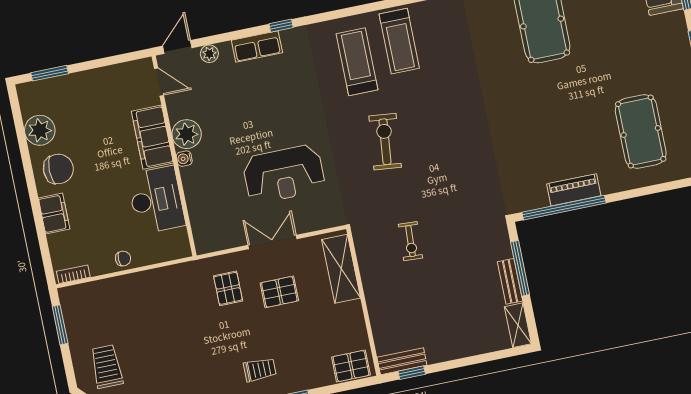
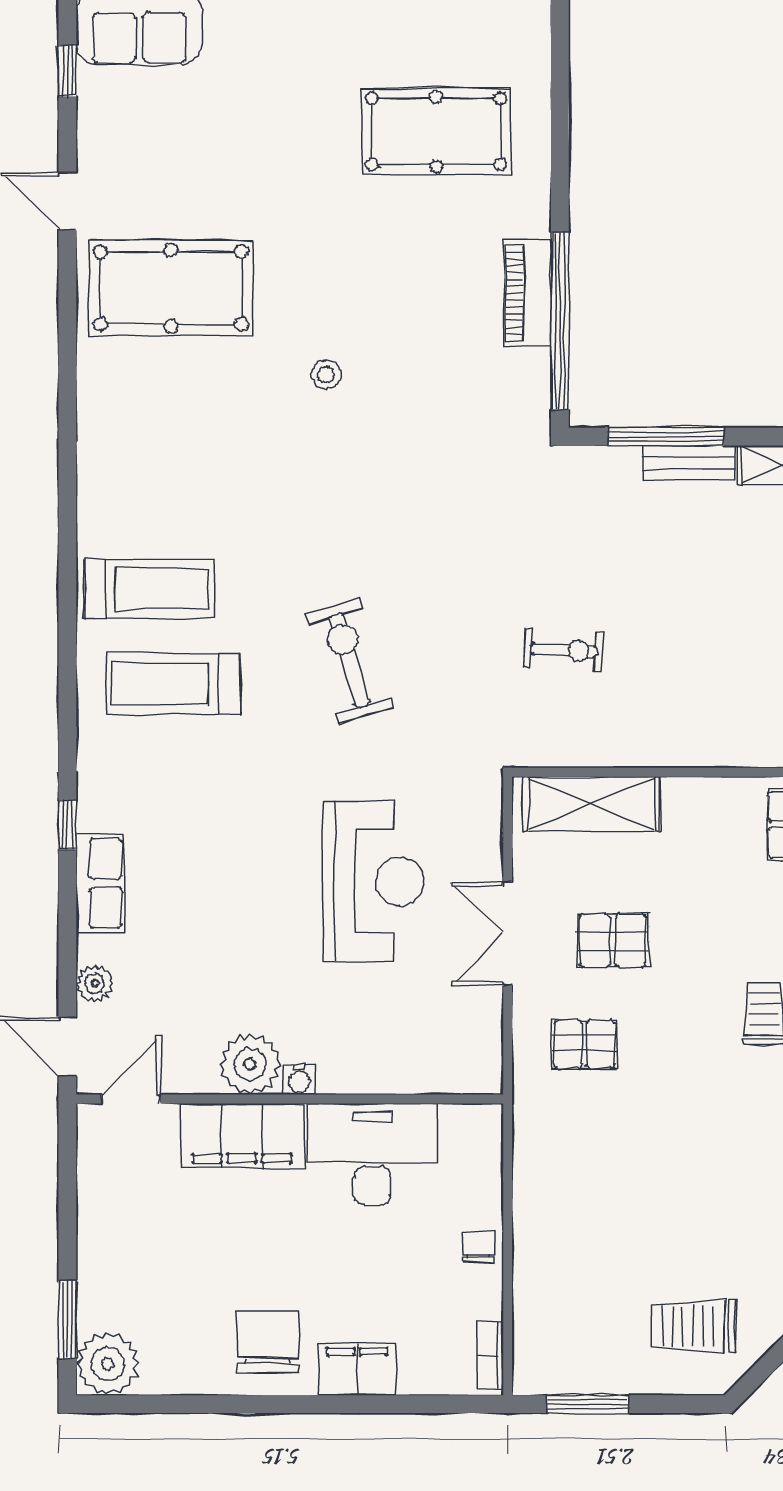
stool: (516, 103) -> (326, 375), added
plant: (40, 130) -> (108, 1364), moved
exercise bike: (385, 142) -> (349, 660), turned 67
pallet: (279, 292) -> (613, 941), turned 90

